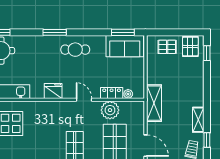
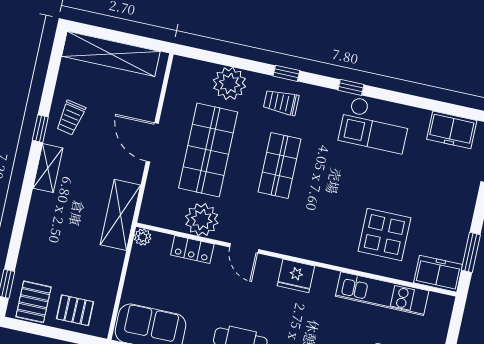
plant: (128, 94) -> (143, 237), moved

